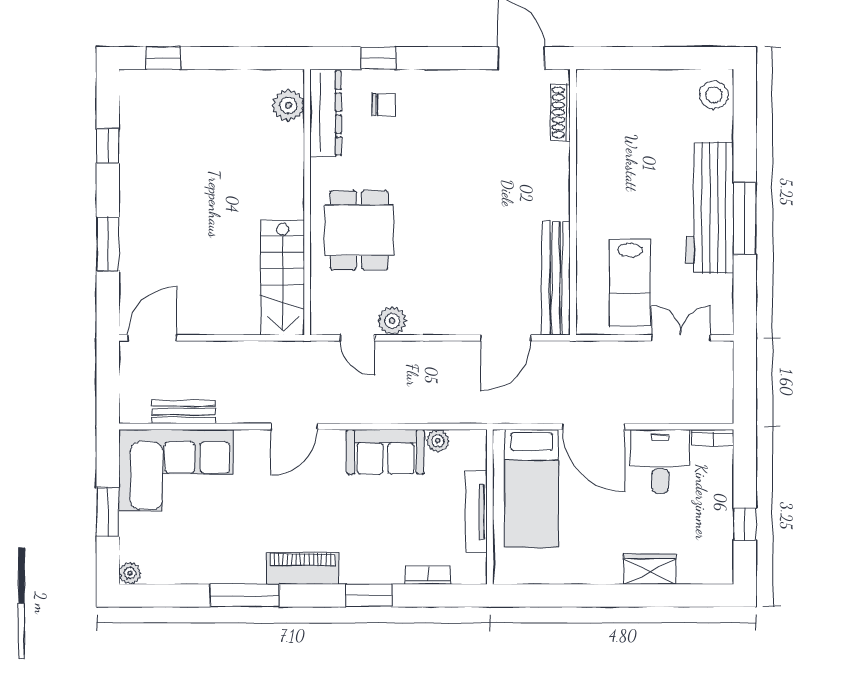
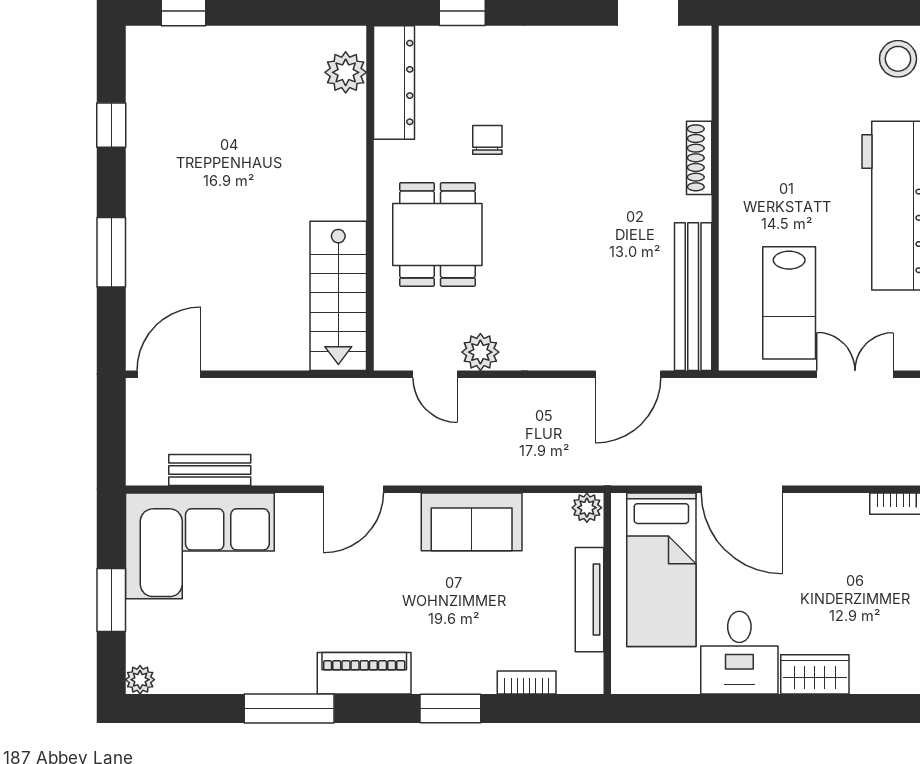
chair: (384, 105) -> (487, 140), moved, turned -90
shoe rack: (561, 112) -> (699, 158), moved
plant: (438, 441) -> (587, 508), moved
desk: (660, 461) -> (739, 653), moved, turned 180

